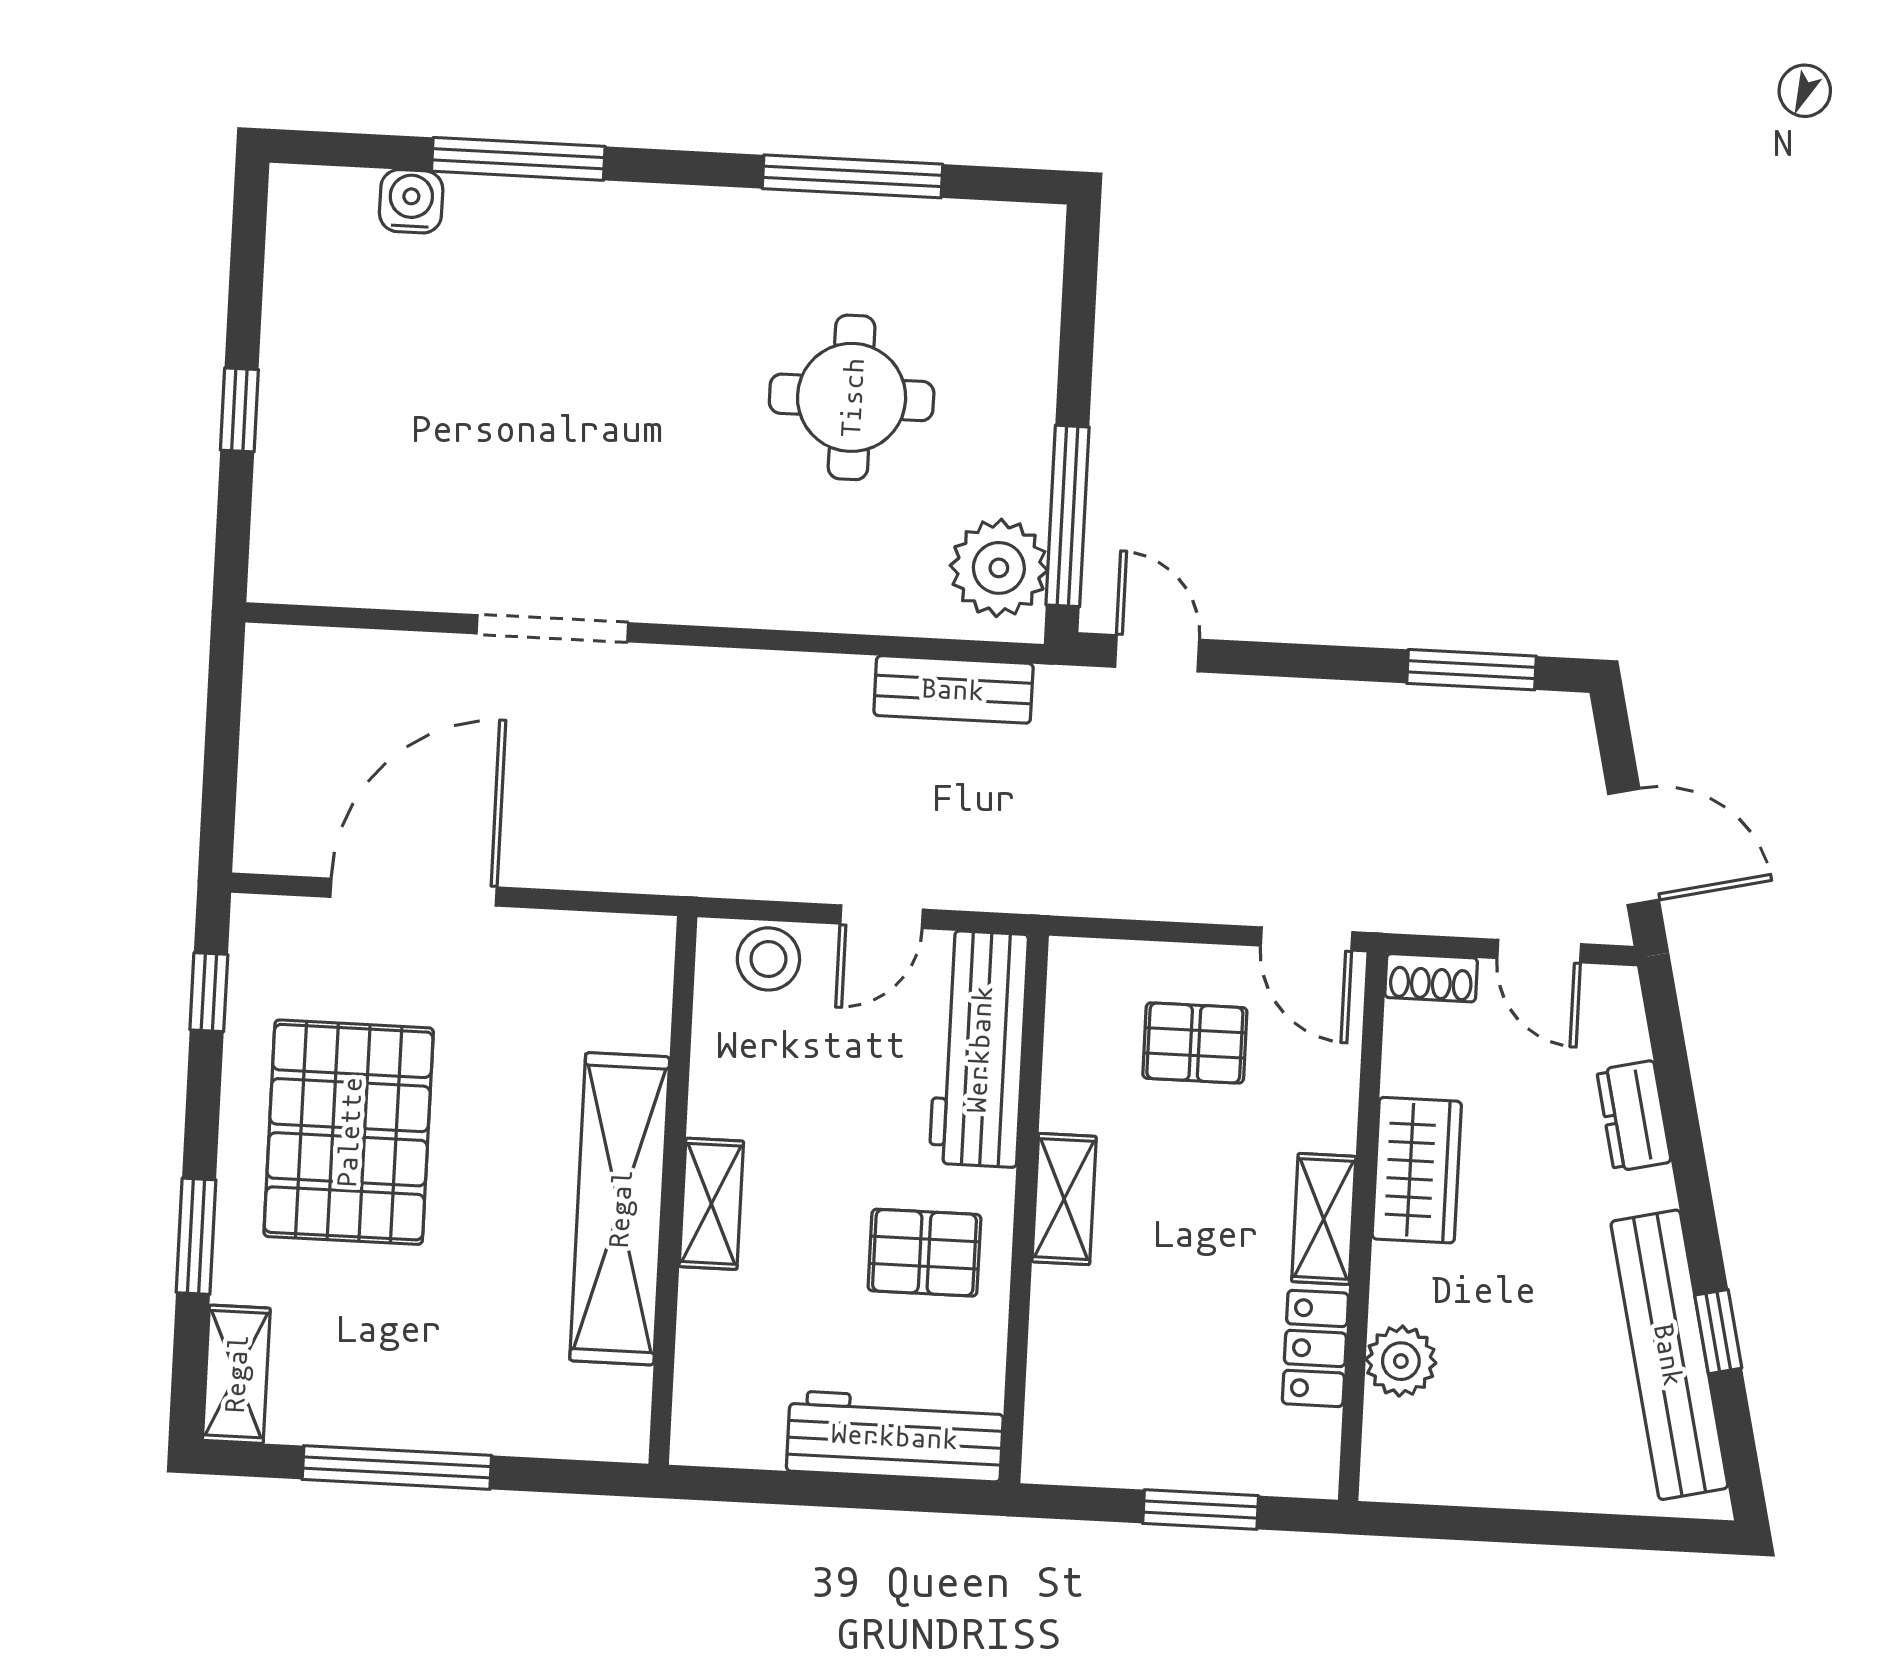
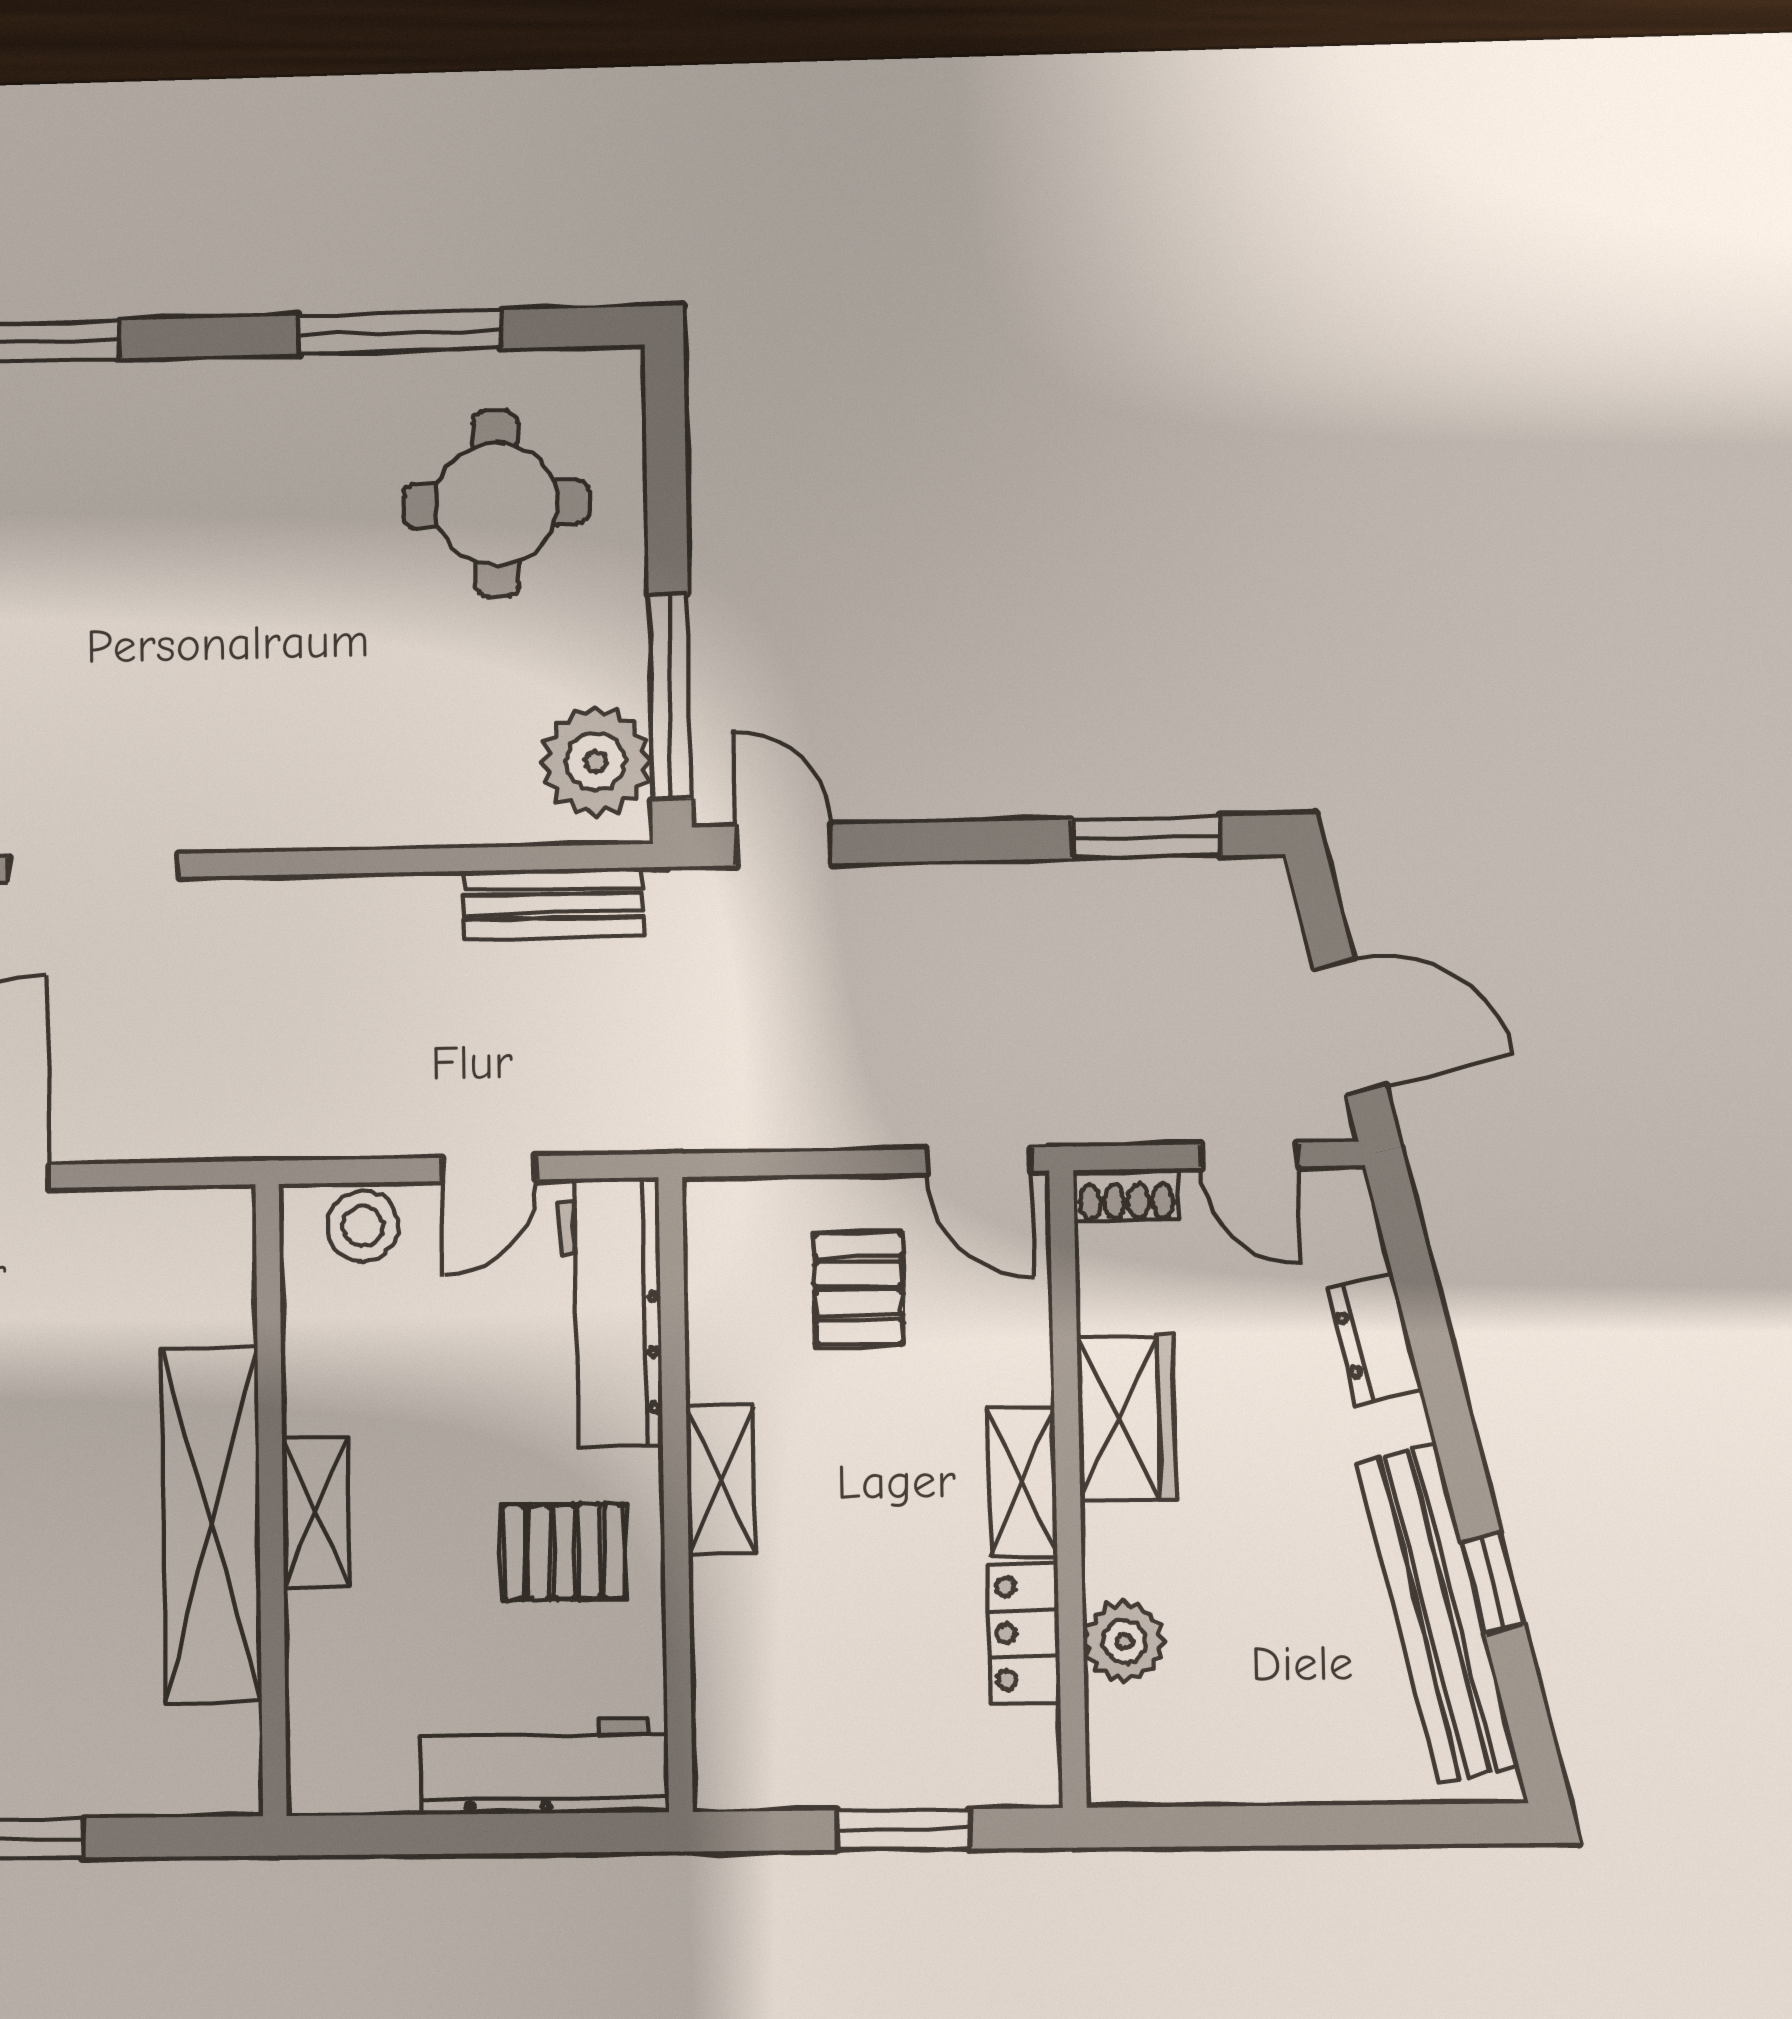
round table: (852, 397) -> (496, 504), moved
pallet: (1195, 1043) -> (859, 1289), turned 90

